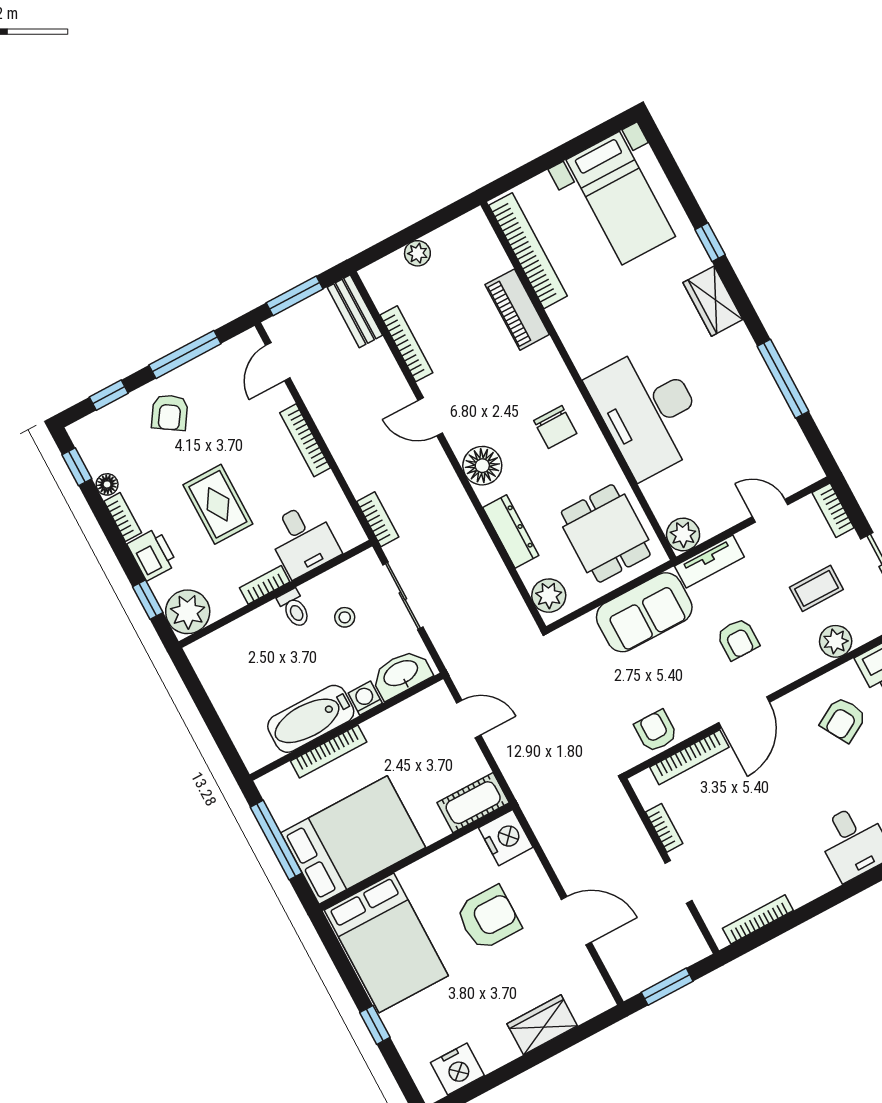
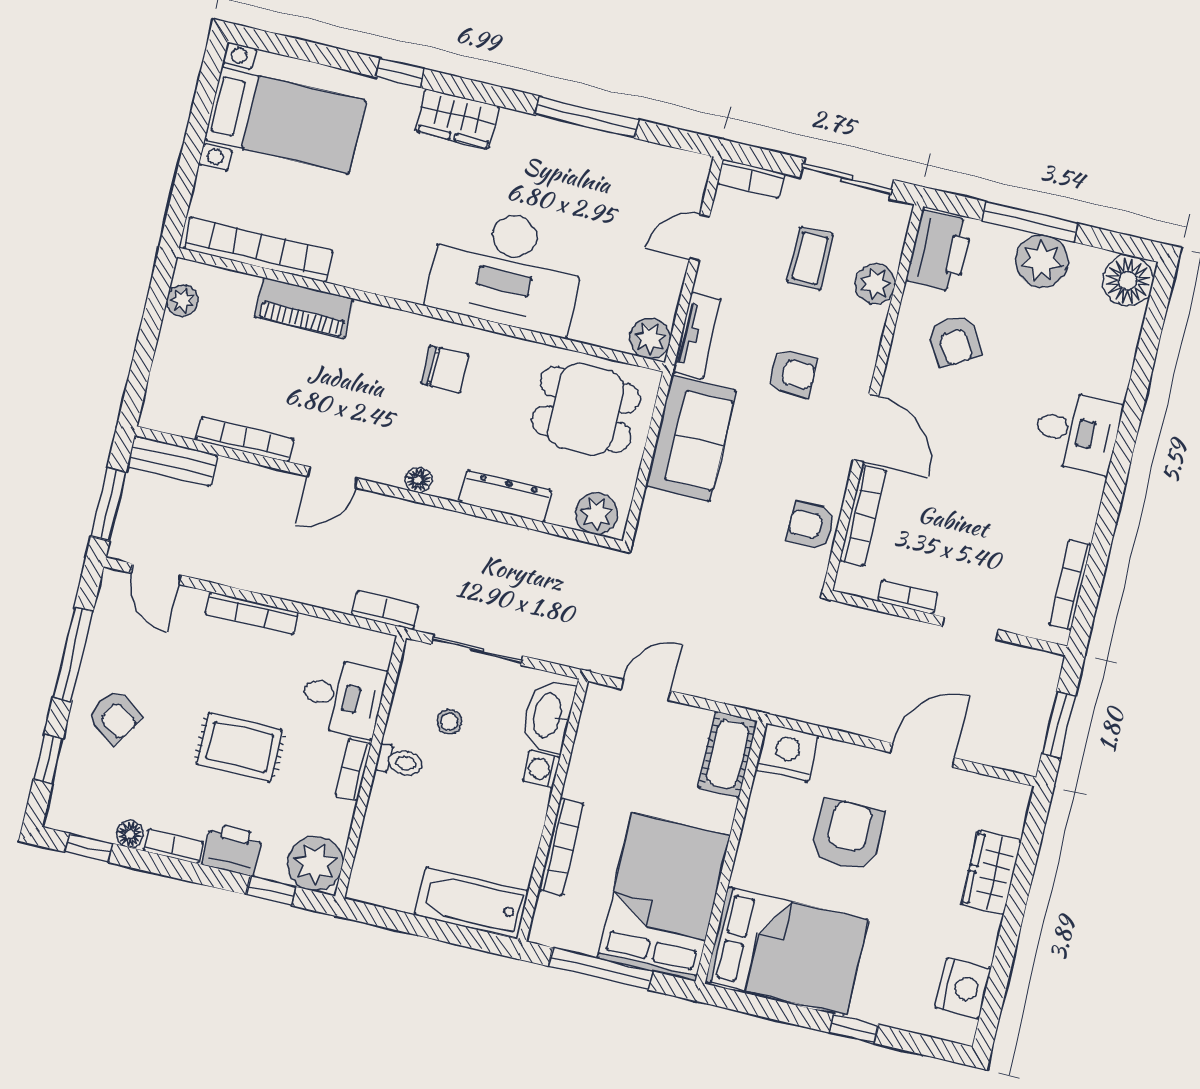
plant: (417, 253) -> (183, 300), moved
floor lamp: (482, 466) -> (418, 480), width x0.53, depth x0.53
bathtub: (311, 719) -> (472, 903), moved, turned 90

